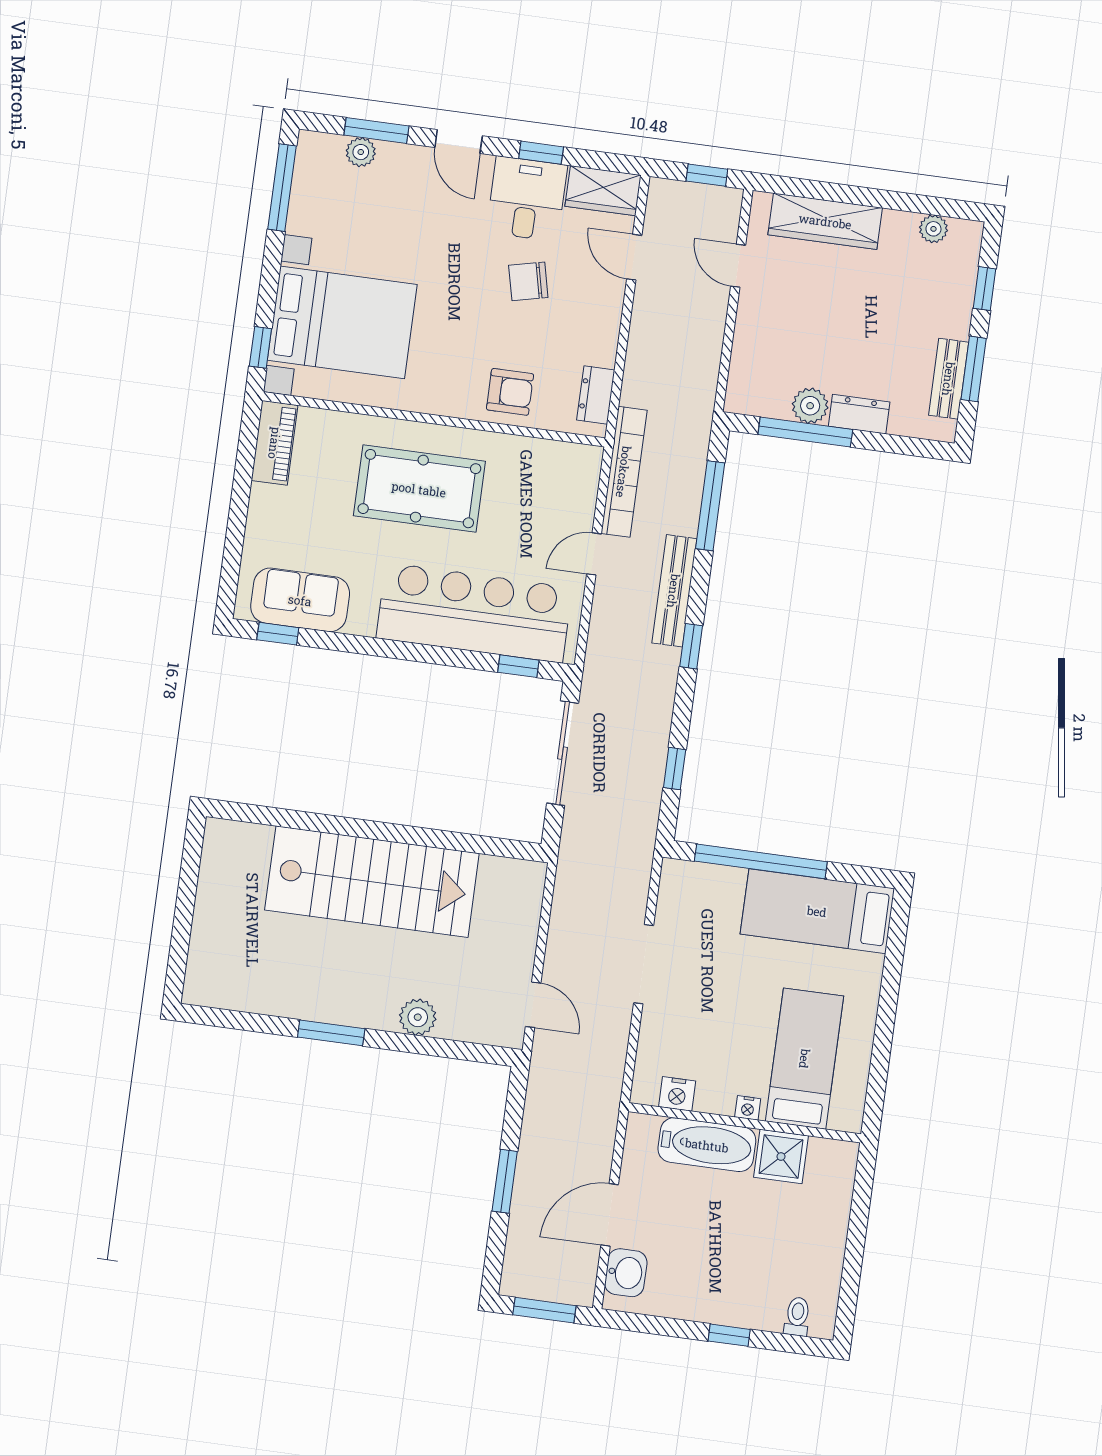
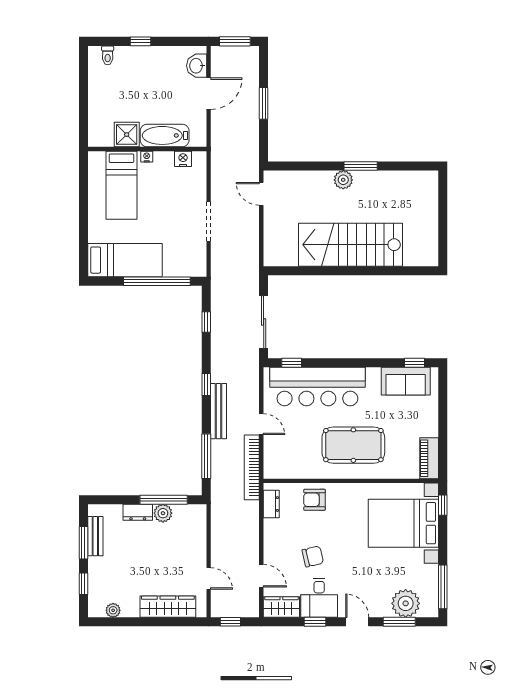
plant: (361, 152) -> (406, 603), width x1.87, depth x1.87
door: (594, 554) -> (261, 424), hinge flipped
plant: (418, 1017) -> (343, 180), moved

